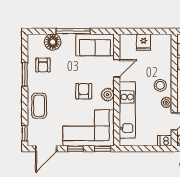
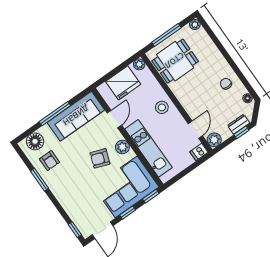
floor lamp: (53, 42) -> (35, 141), moved
fridge: (144, 42) -> (123, 83), width x1.88, depth x1.34
sofa: (95, 45) -> (76, 116), width x1.36
armchair: (84, 91) -> (100, 158), turned -70
plant: (166, 102) -> (139, 64), moved
coffee table: (39, 106) -> (71, 198), removed

